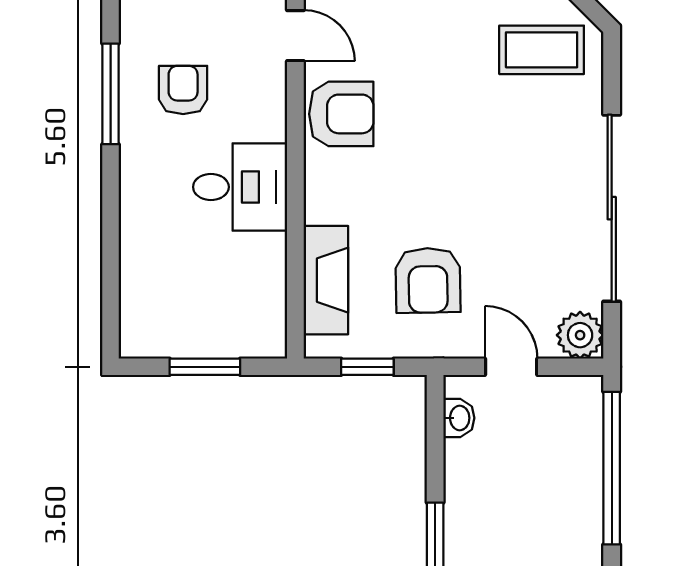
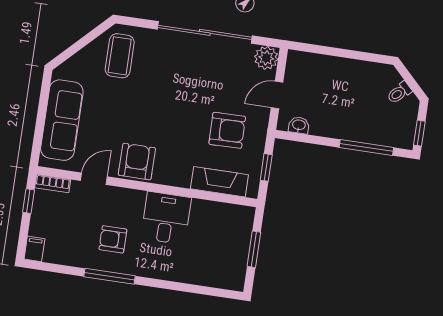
window: (612, 468) -> (336, 52), removed

